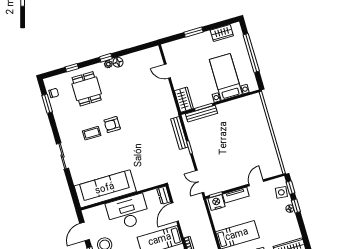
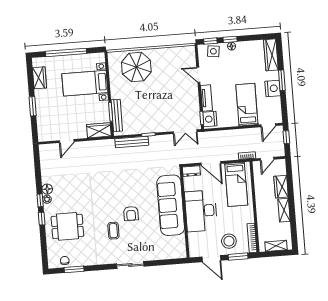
window: (72, 68) -> (42, 219), moved
parasol: (251, 123) -> (136, 67), added
armchair: (112, 125) -> (131, 213), moved
sofa: (105, 189) -> (171, 205), moved

